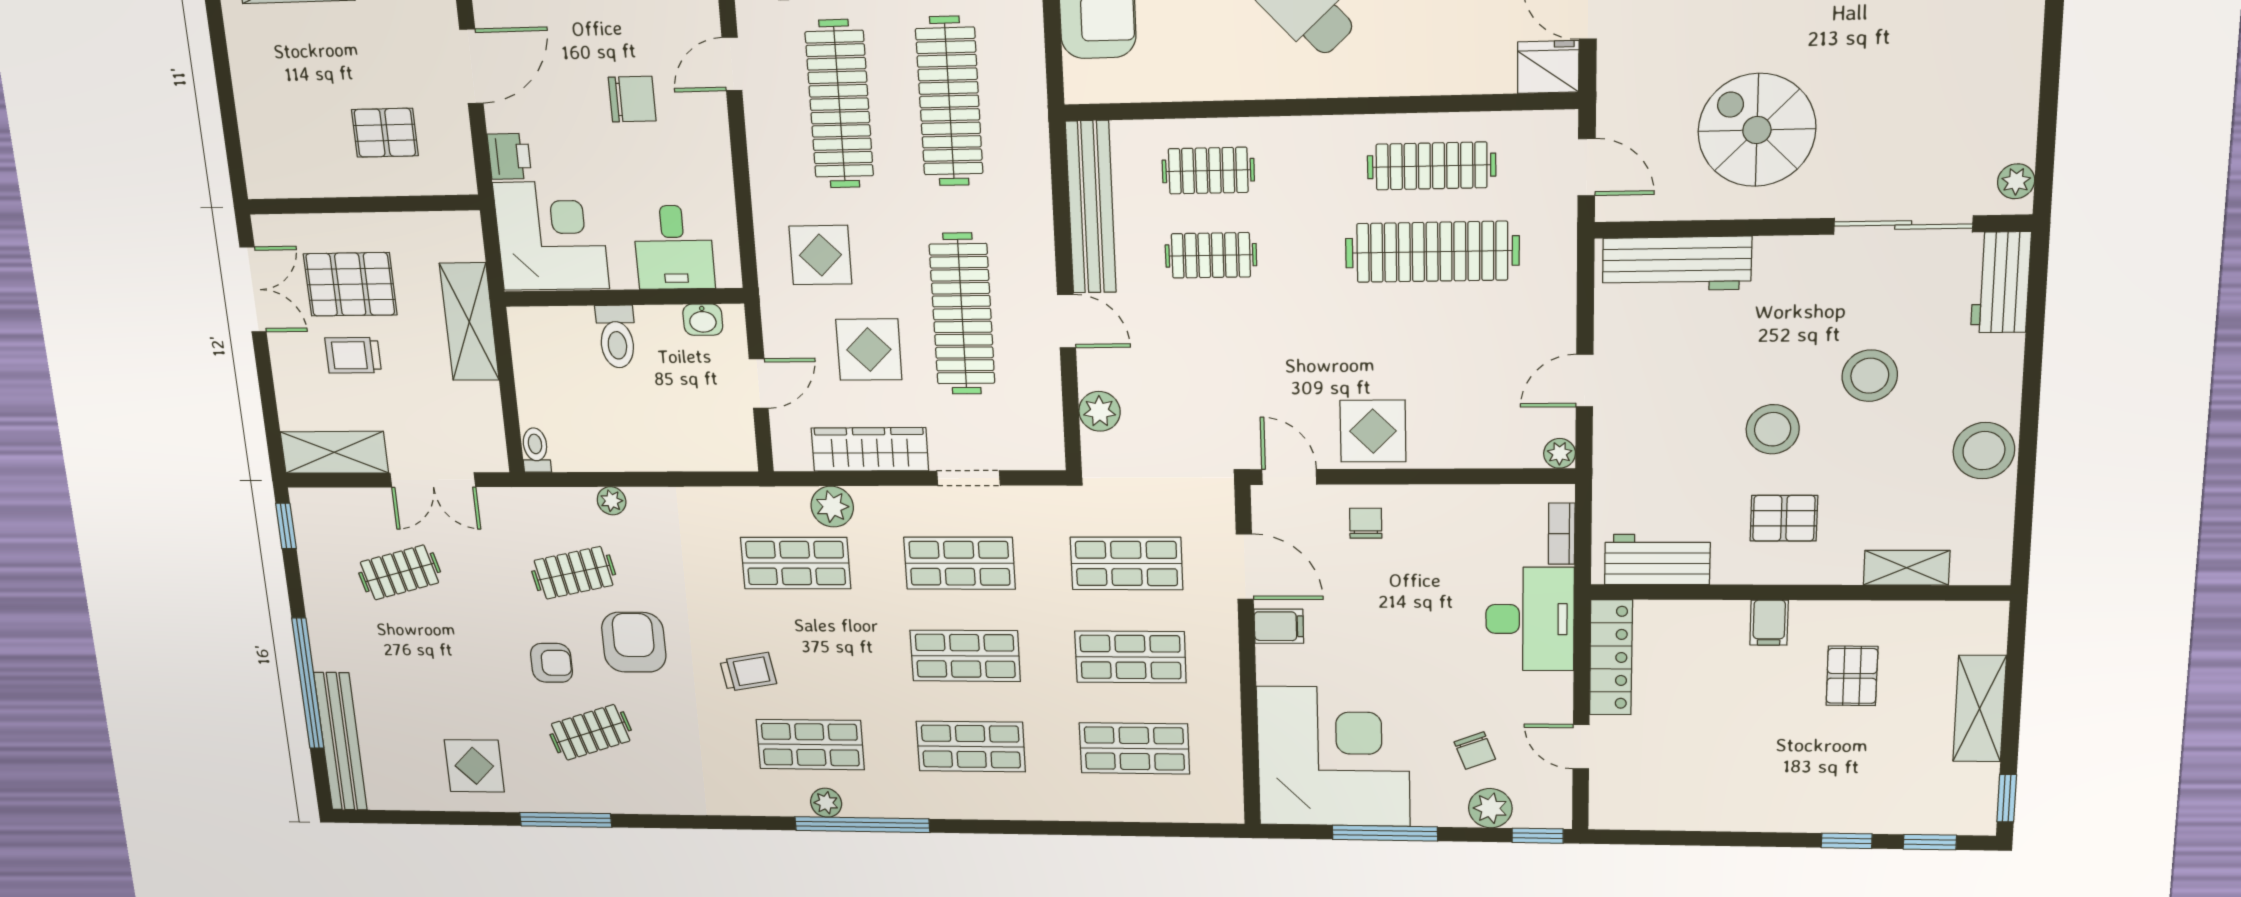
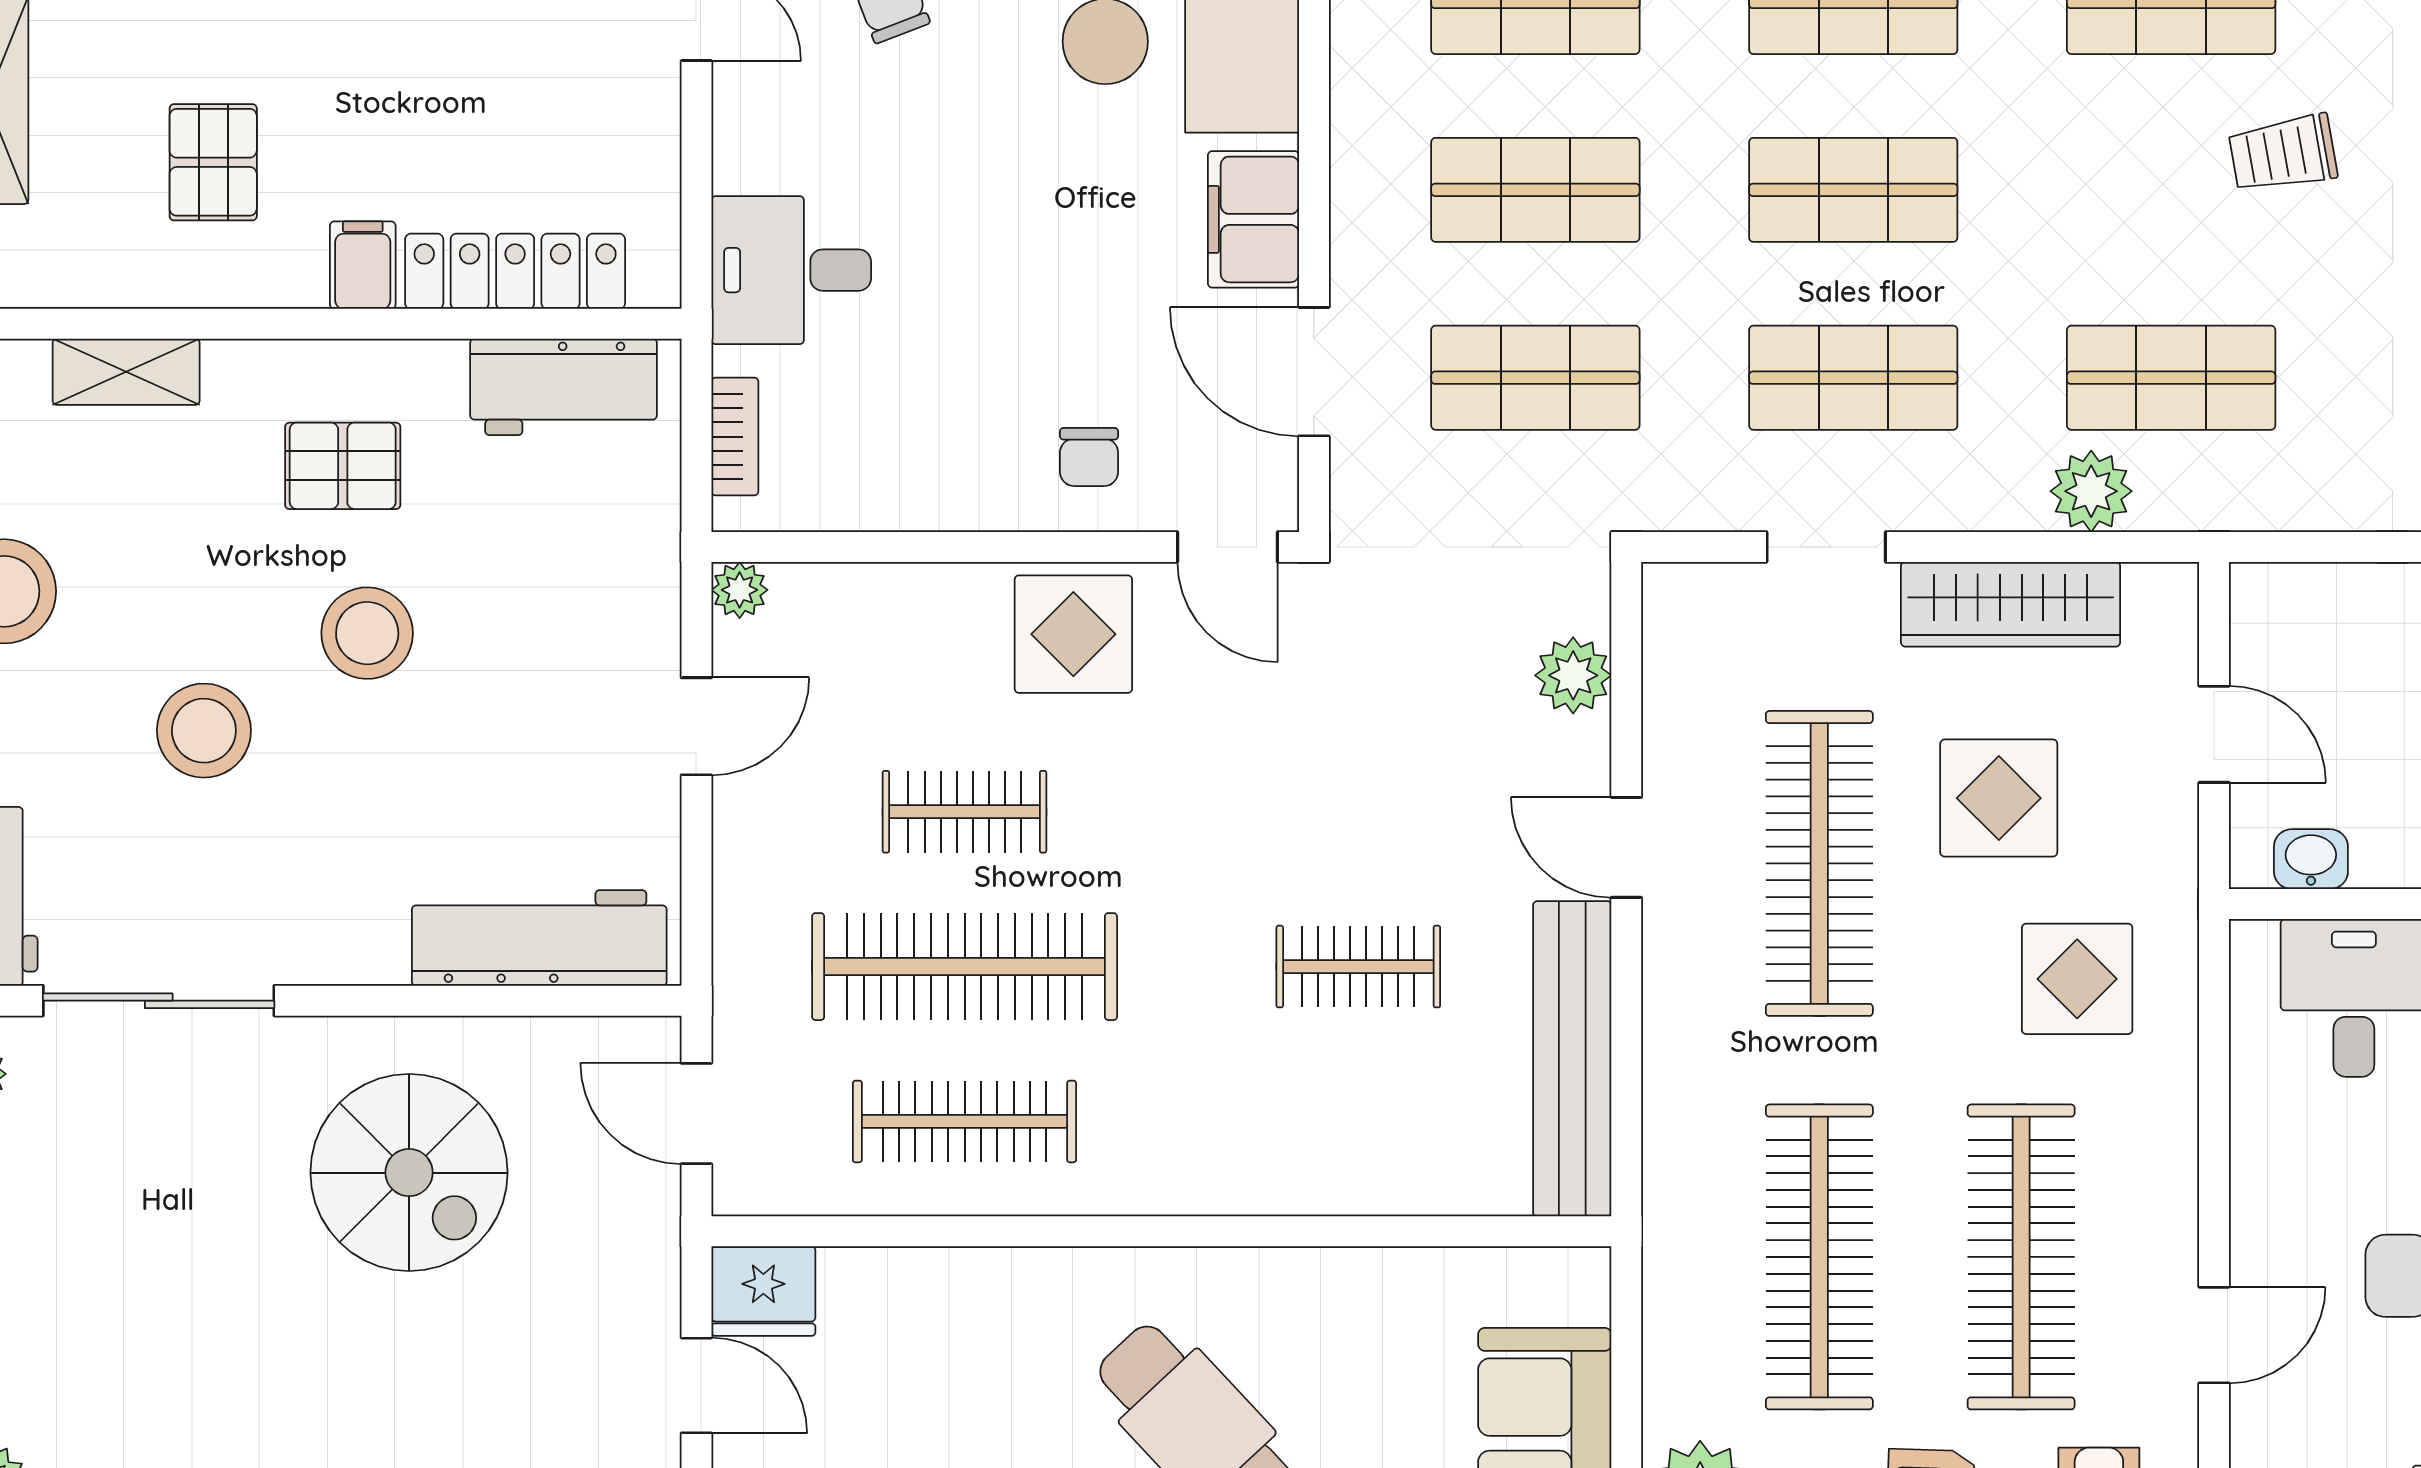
clothes rail: (1208, 171) -> (965, 812), moved
door: (759, 384) -> (2214, 734), swing flipped
desk: (1530, 619) -> (791, 270), width x0.73
filing cabinet: (1279, 626) -> (1253, 219), width x2.00
locker: (1611, 657) -> (515, 271), moved, turned 90

